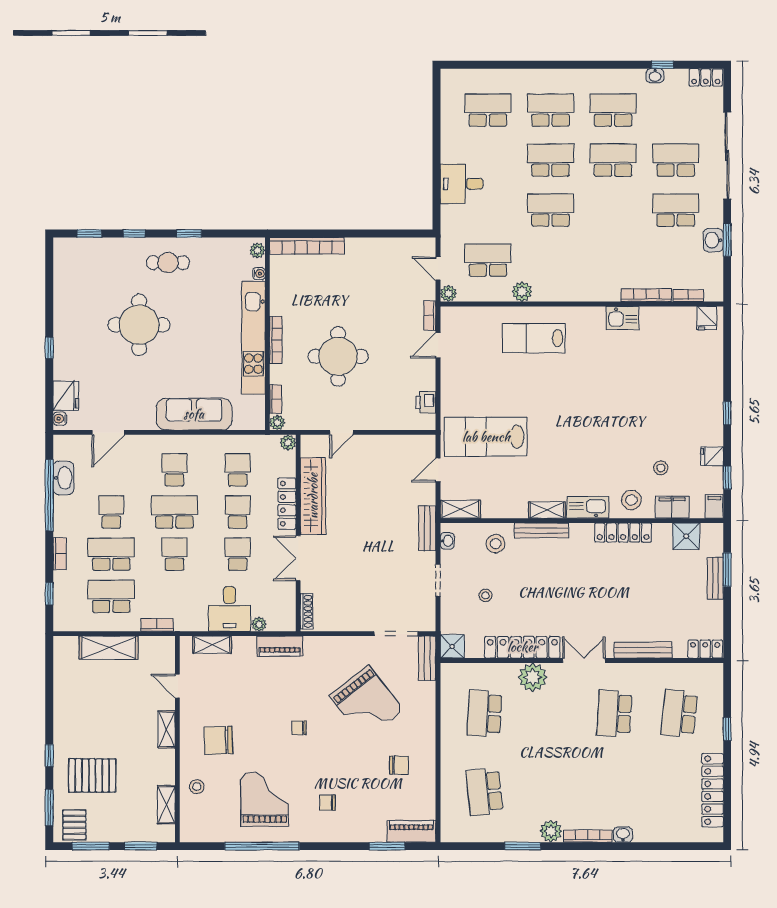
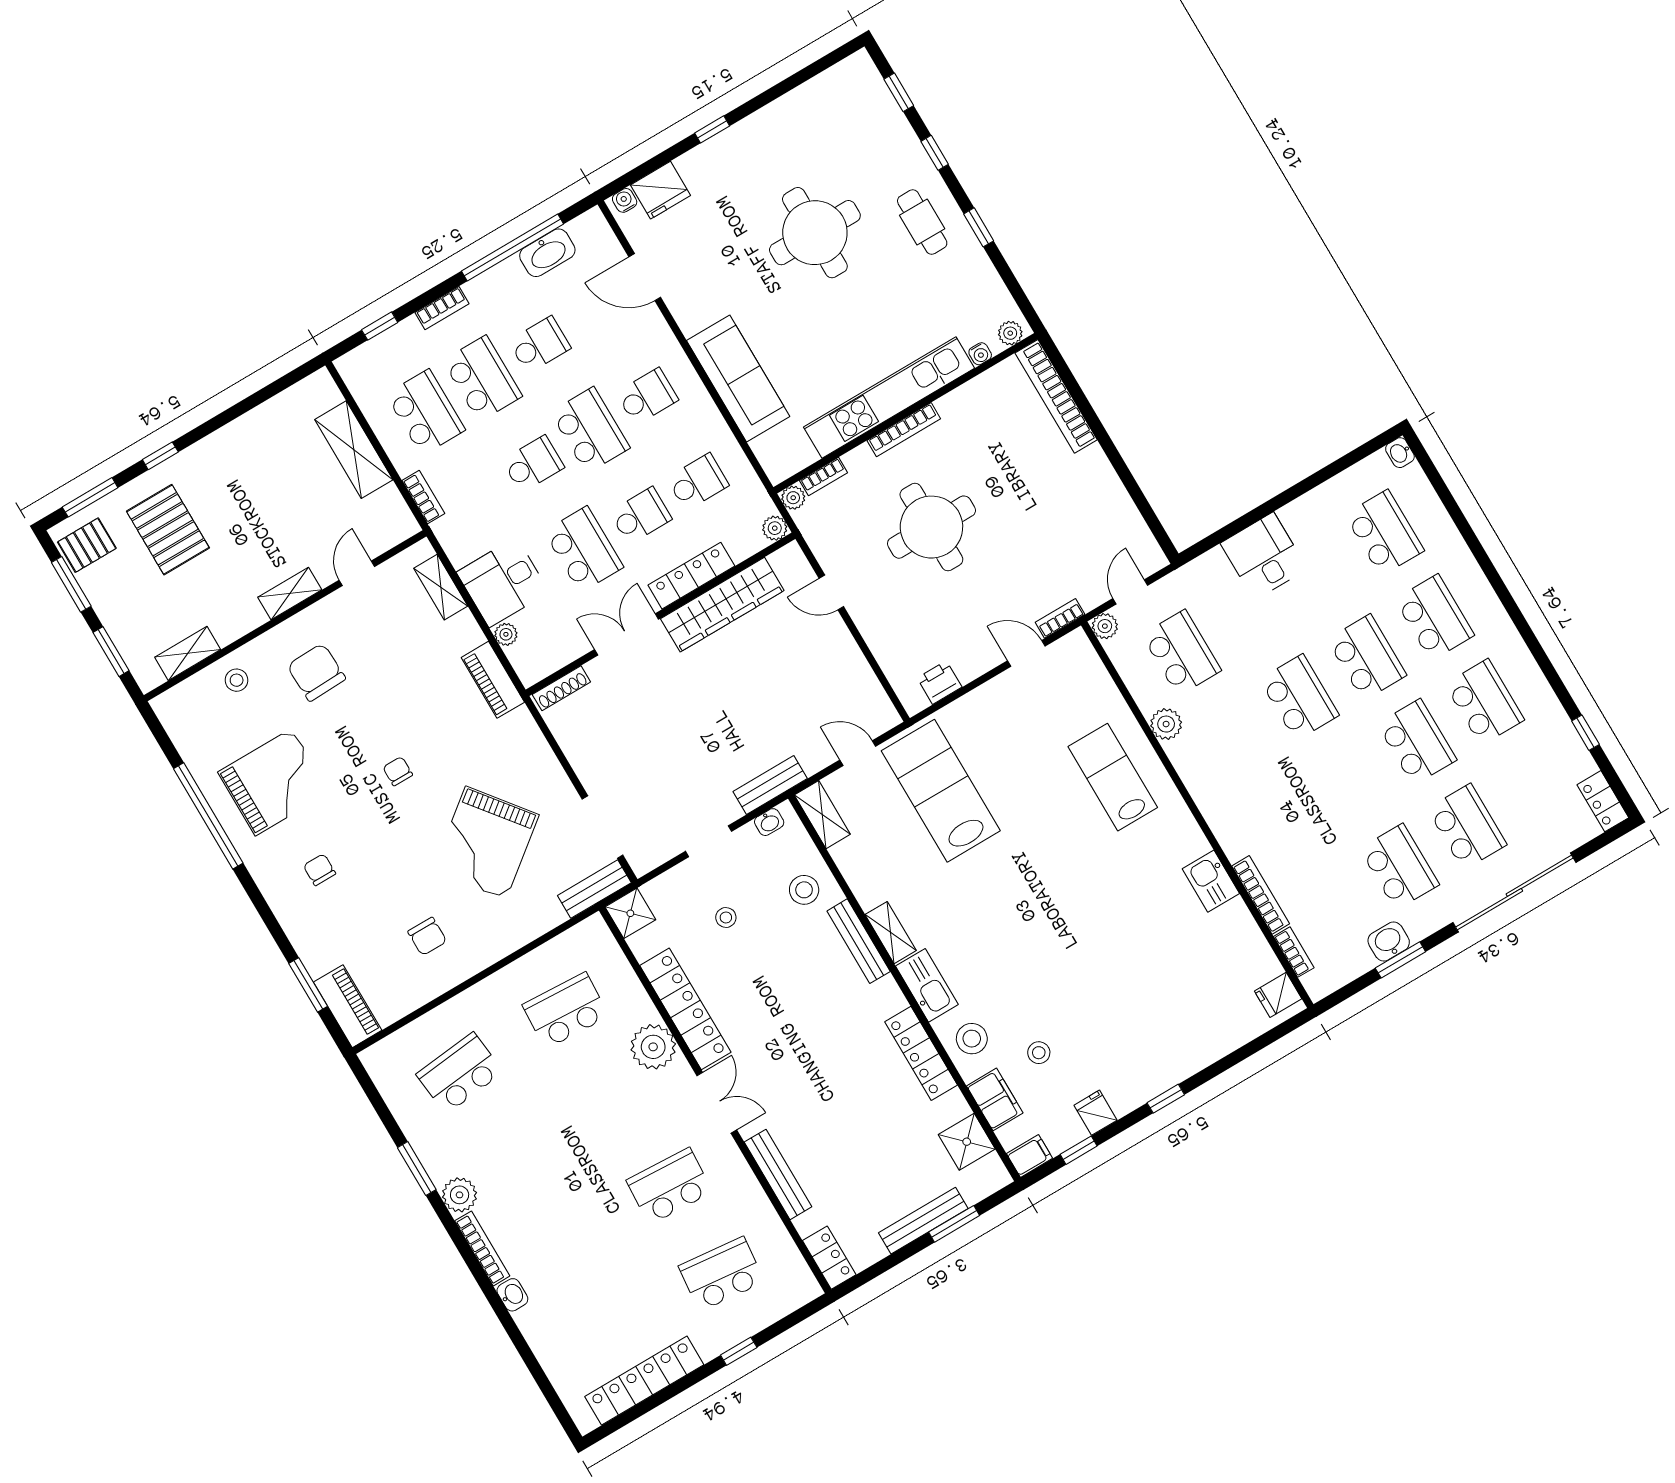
washbasin: (655, 76) -> (1400, 453), moved
school desk: (238, 554) -> (584, 549), width x1.85
bench: (715, 578) -> (923, 1221), width x1.36

